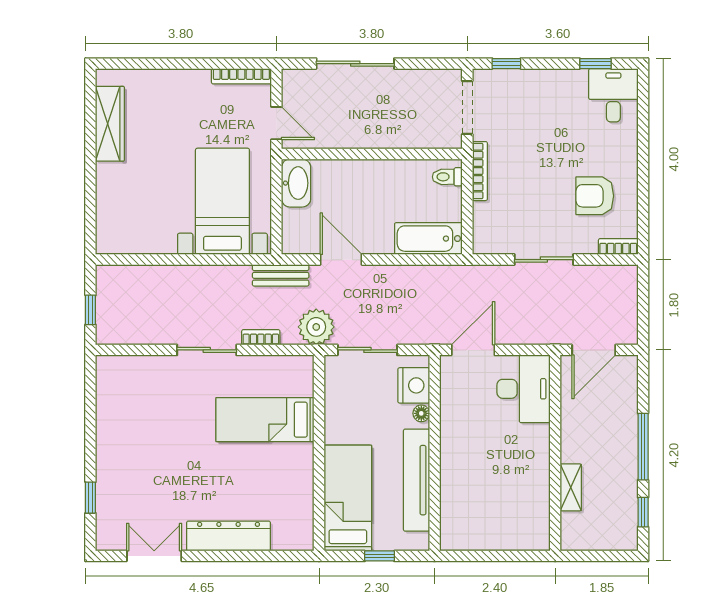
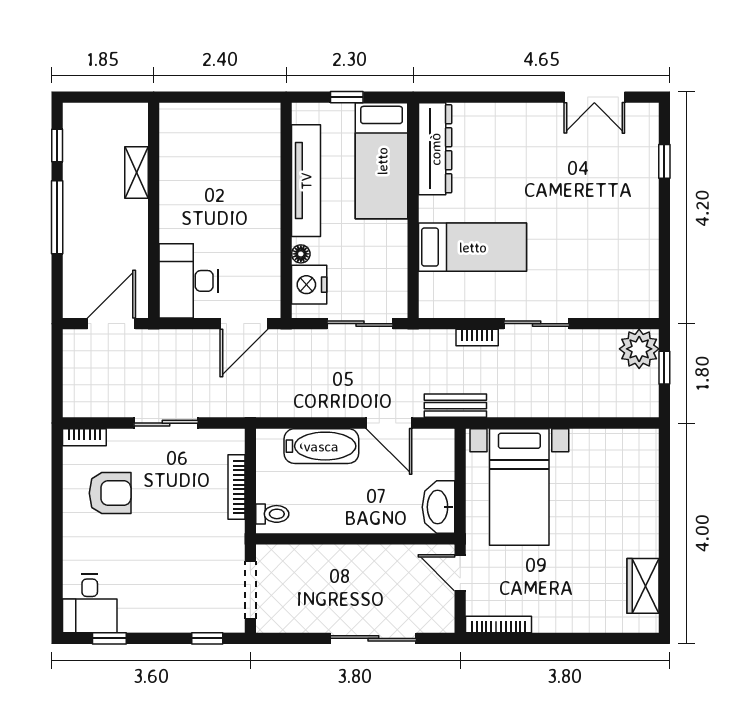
wardrobe: (110, 124) -> (643, 586), width x0.67
bookcase: (480, 171) -> (236, 487), moved
bathtub: (428, 239) -> (321, 446), moved
plant: (316, 327) -> (639, 349), moved
dresser: (229, 536) -> (435, 149), moved, turned -90

